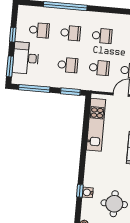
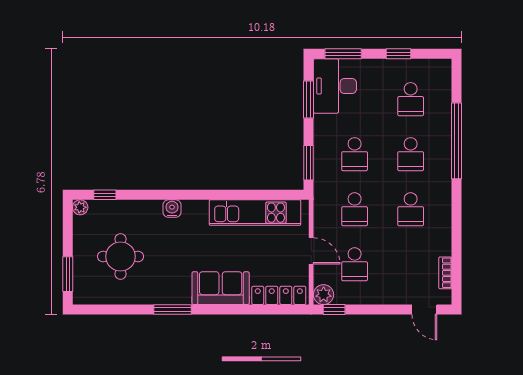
desk: (26, 58) -> (335, 86), moved, turned -90
window: (34, 88) -> (309, 99), width x0.69
window: (80, 191) -> (105, 195), moved
water cooler: (88, 192) -> (172, 209), moved

